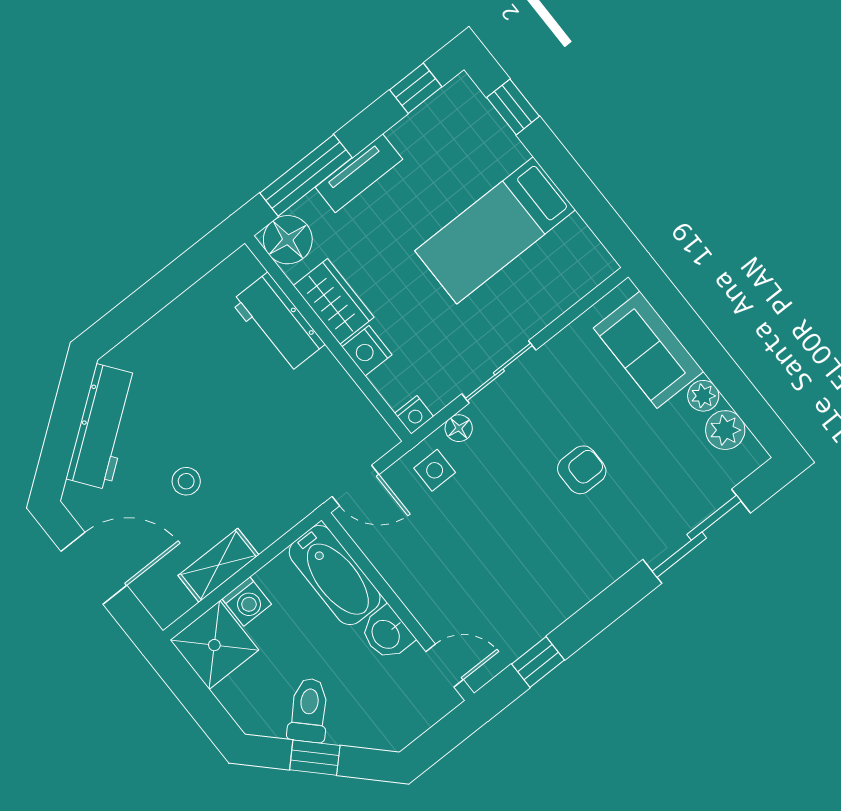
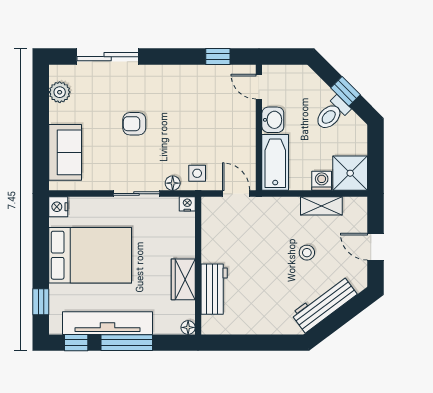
tv unit: (359, 173) -> (108, 323), width x1.92, depth x1.29
window: (306, 175) -> (127, 343), moved
bed: (495, 230) -> (90, 255), width x1.50
floor lamp: (288, 240) -> (188, 327), width x0.53, depth x0.53
nightstand: (367, 351) -> (58, 207), moved, turned 180
plant: (703, 396) -> (57, 114), removed
door: (94, 568) -> (376, 247), width x0.73

